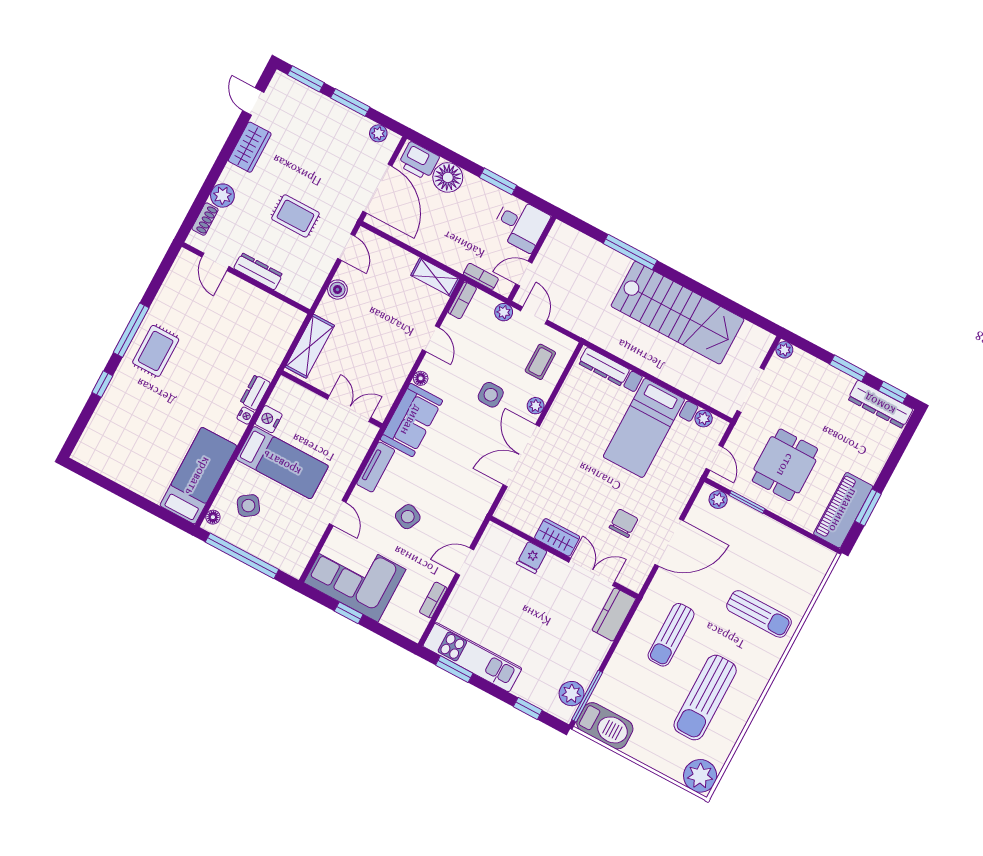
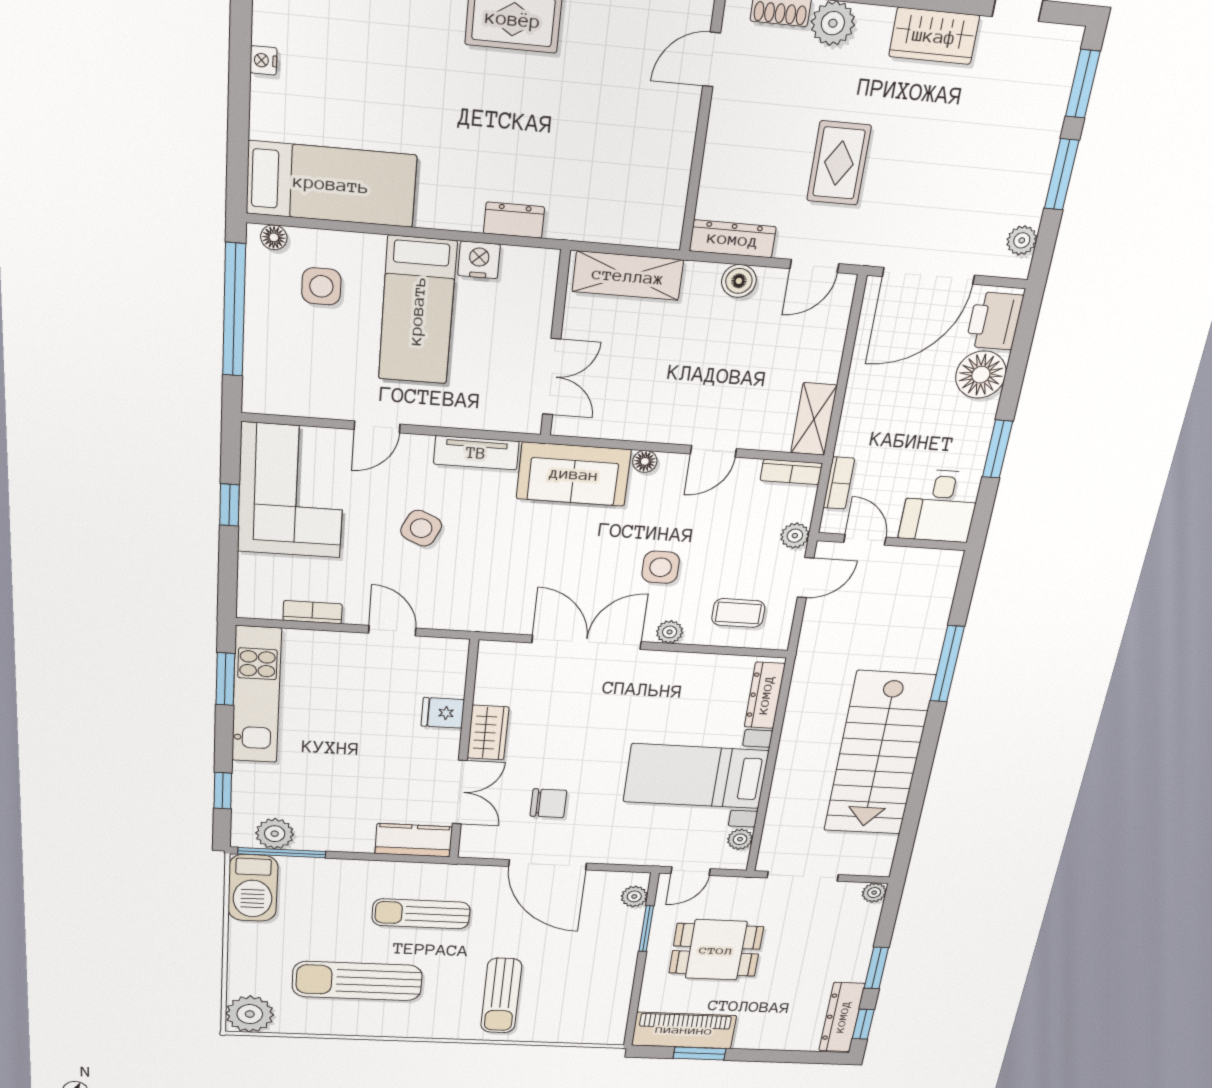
dresser: (258, 271) -> (733, 239), moved, turned -90
nightstand: (246, 416) -> (263, 60), moved, turned 90
side table: (248, 506) -> (321, 286), turned 35

